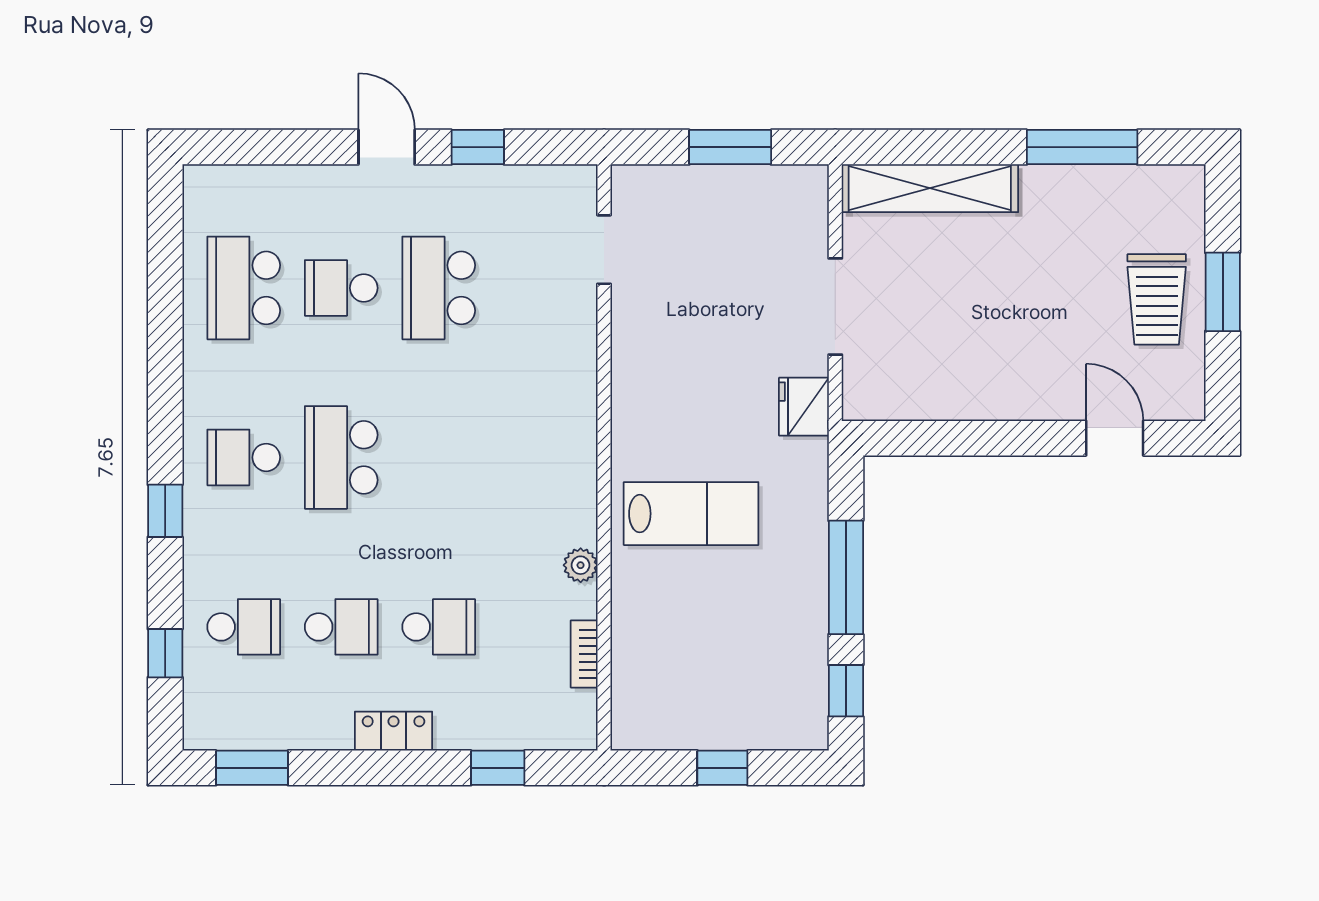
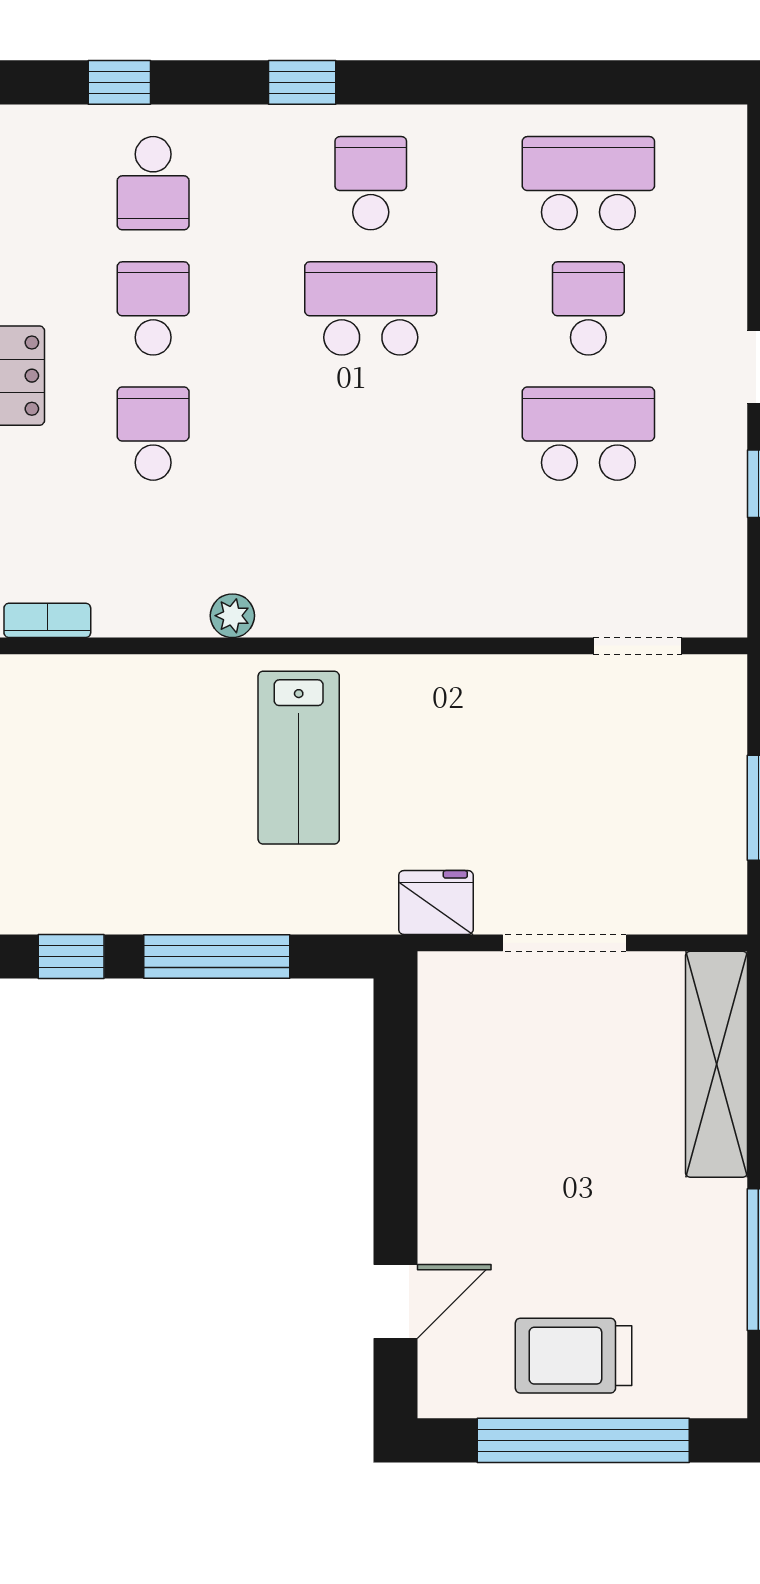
window: (1223, 292) -> (583, 1440), width x2.11
school desk: (341, 627) -> (153, 308), turned 180
school desk: (439, 627) -> (153, 434), turned 180
bookcase: (584, 654) -> (47, 620), moved

